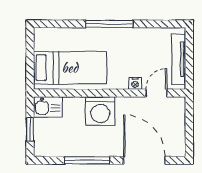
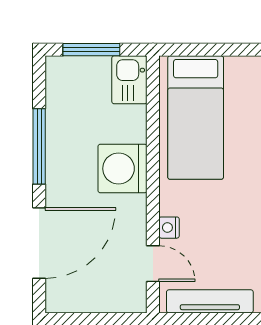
window: (30, 129) -> (91, 50), width x1.50

